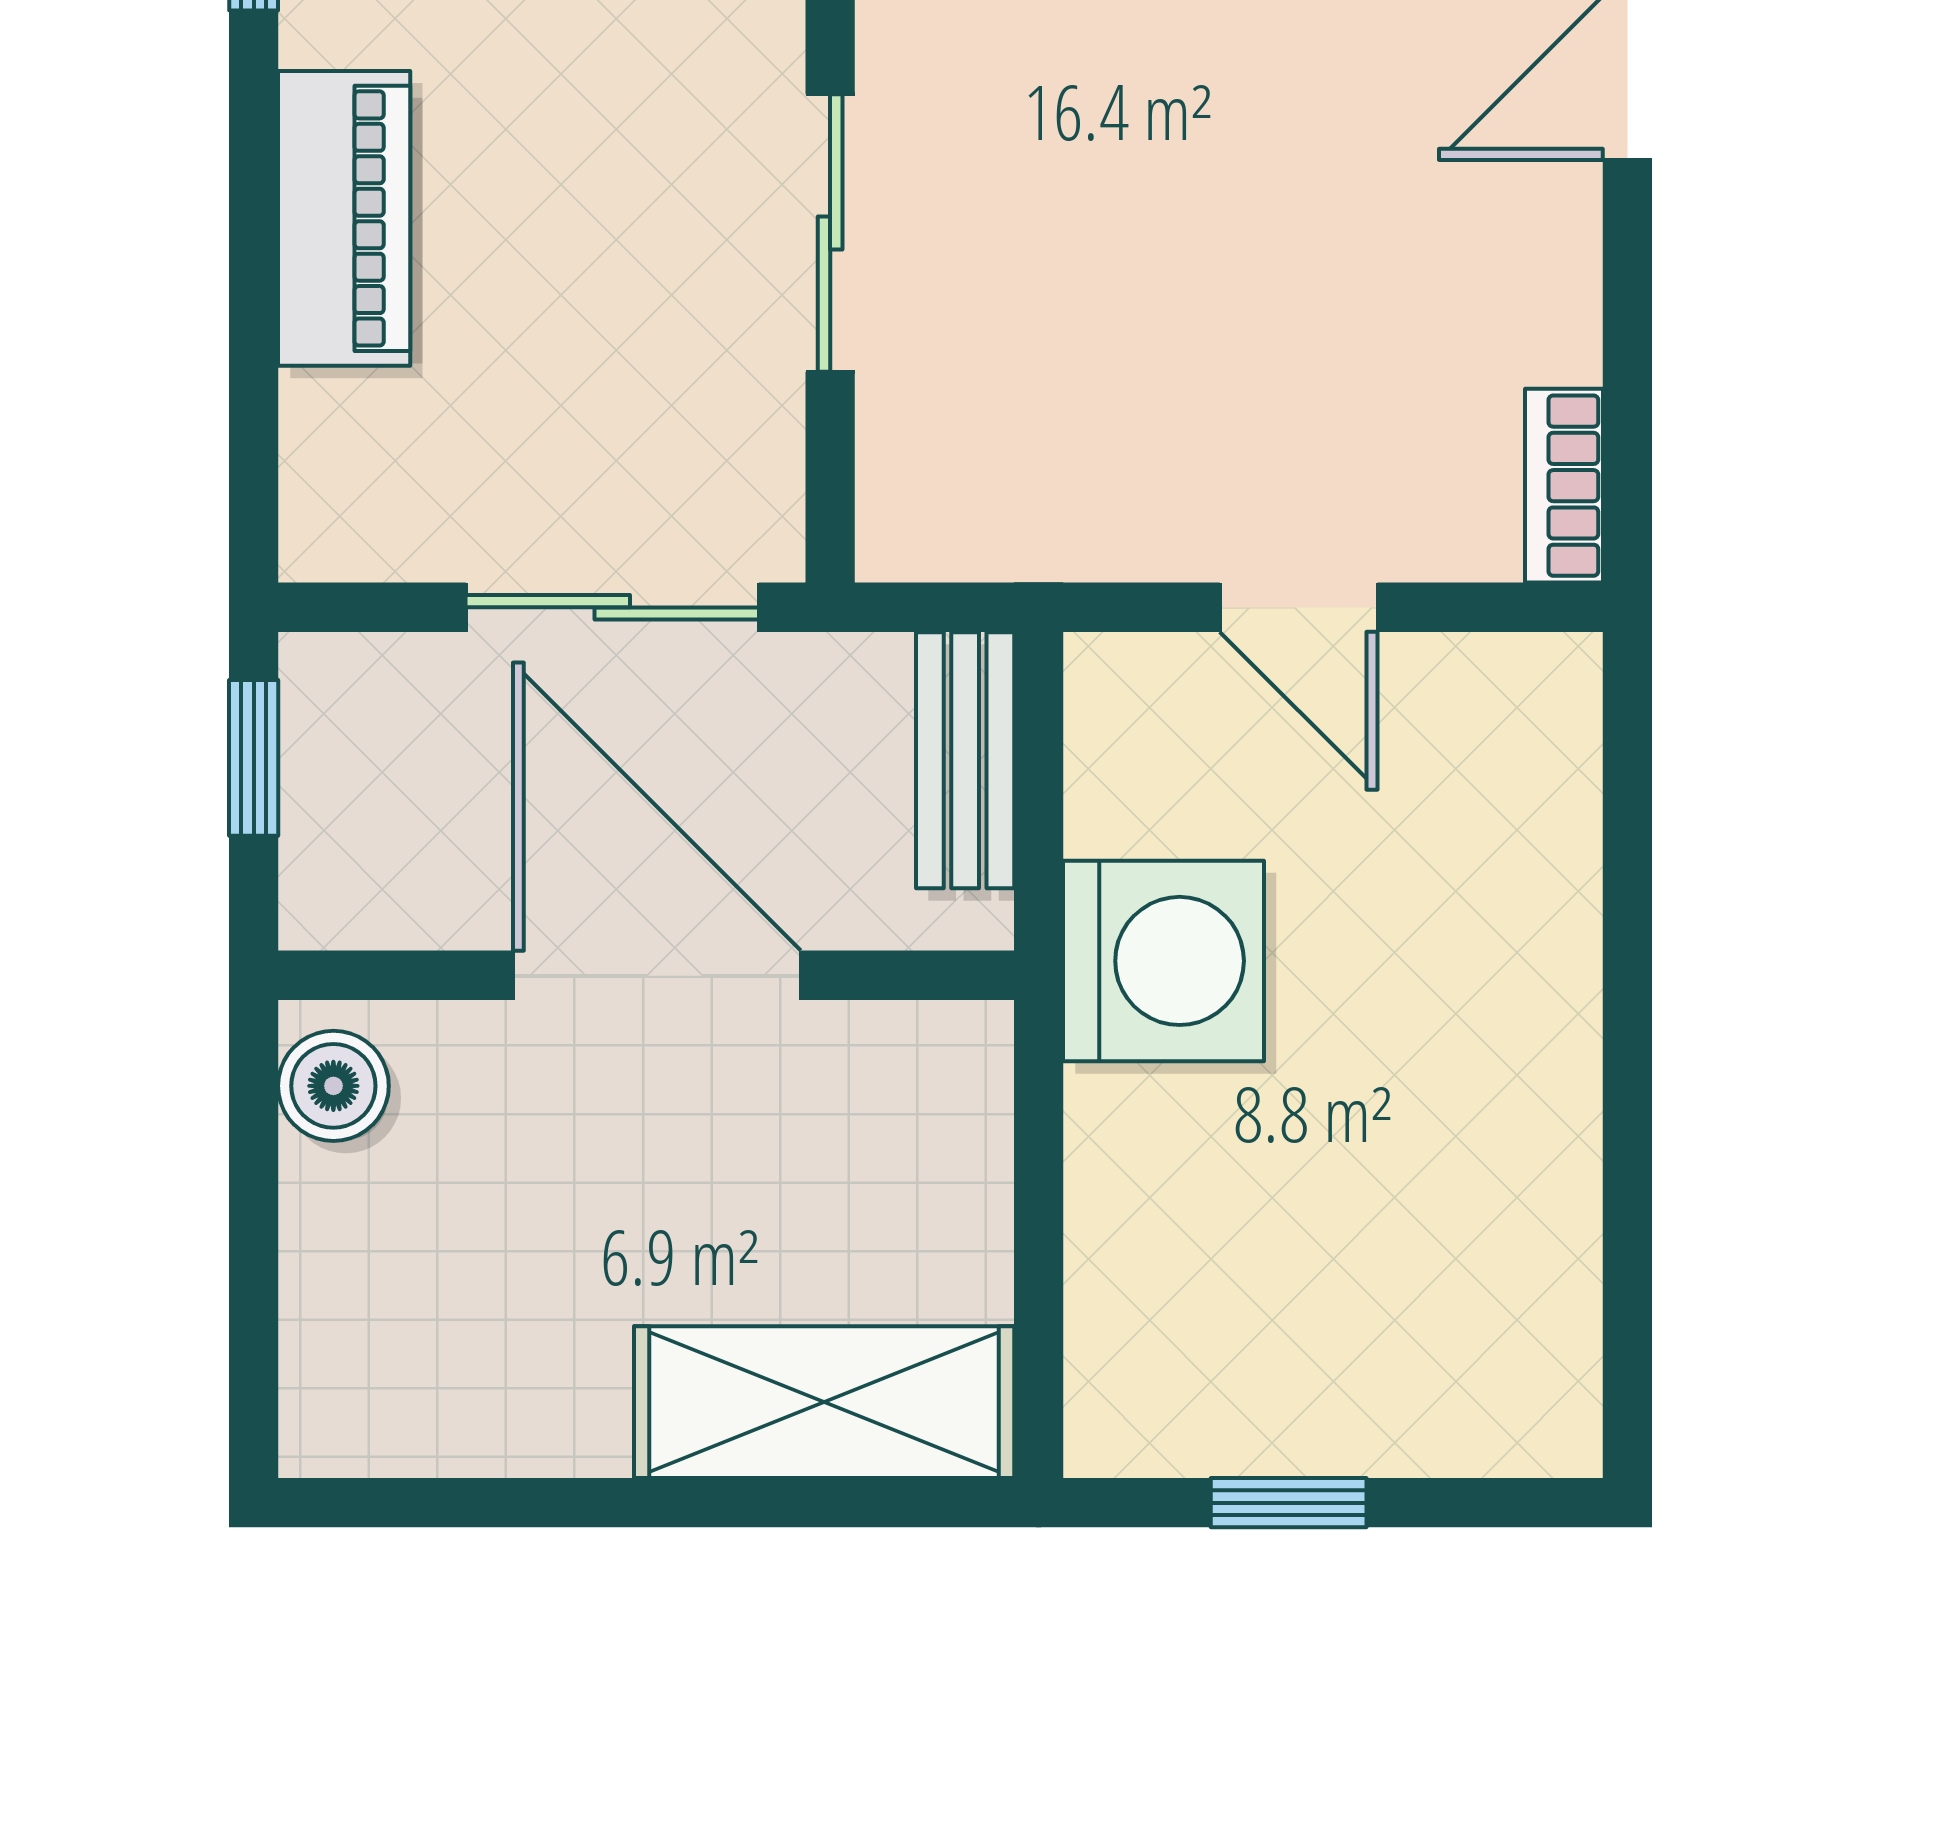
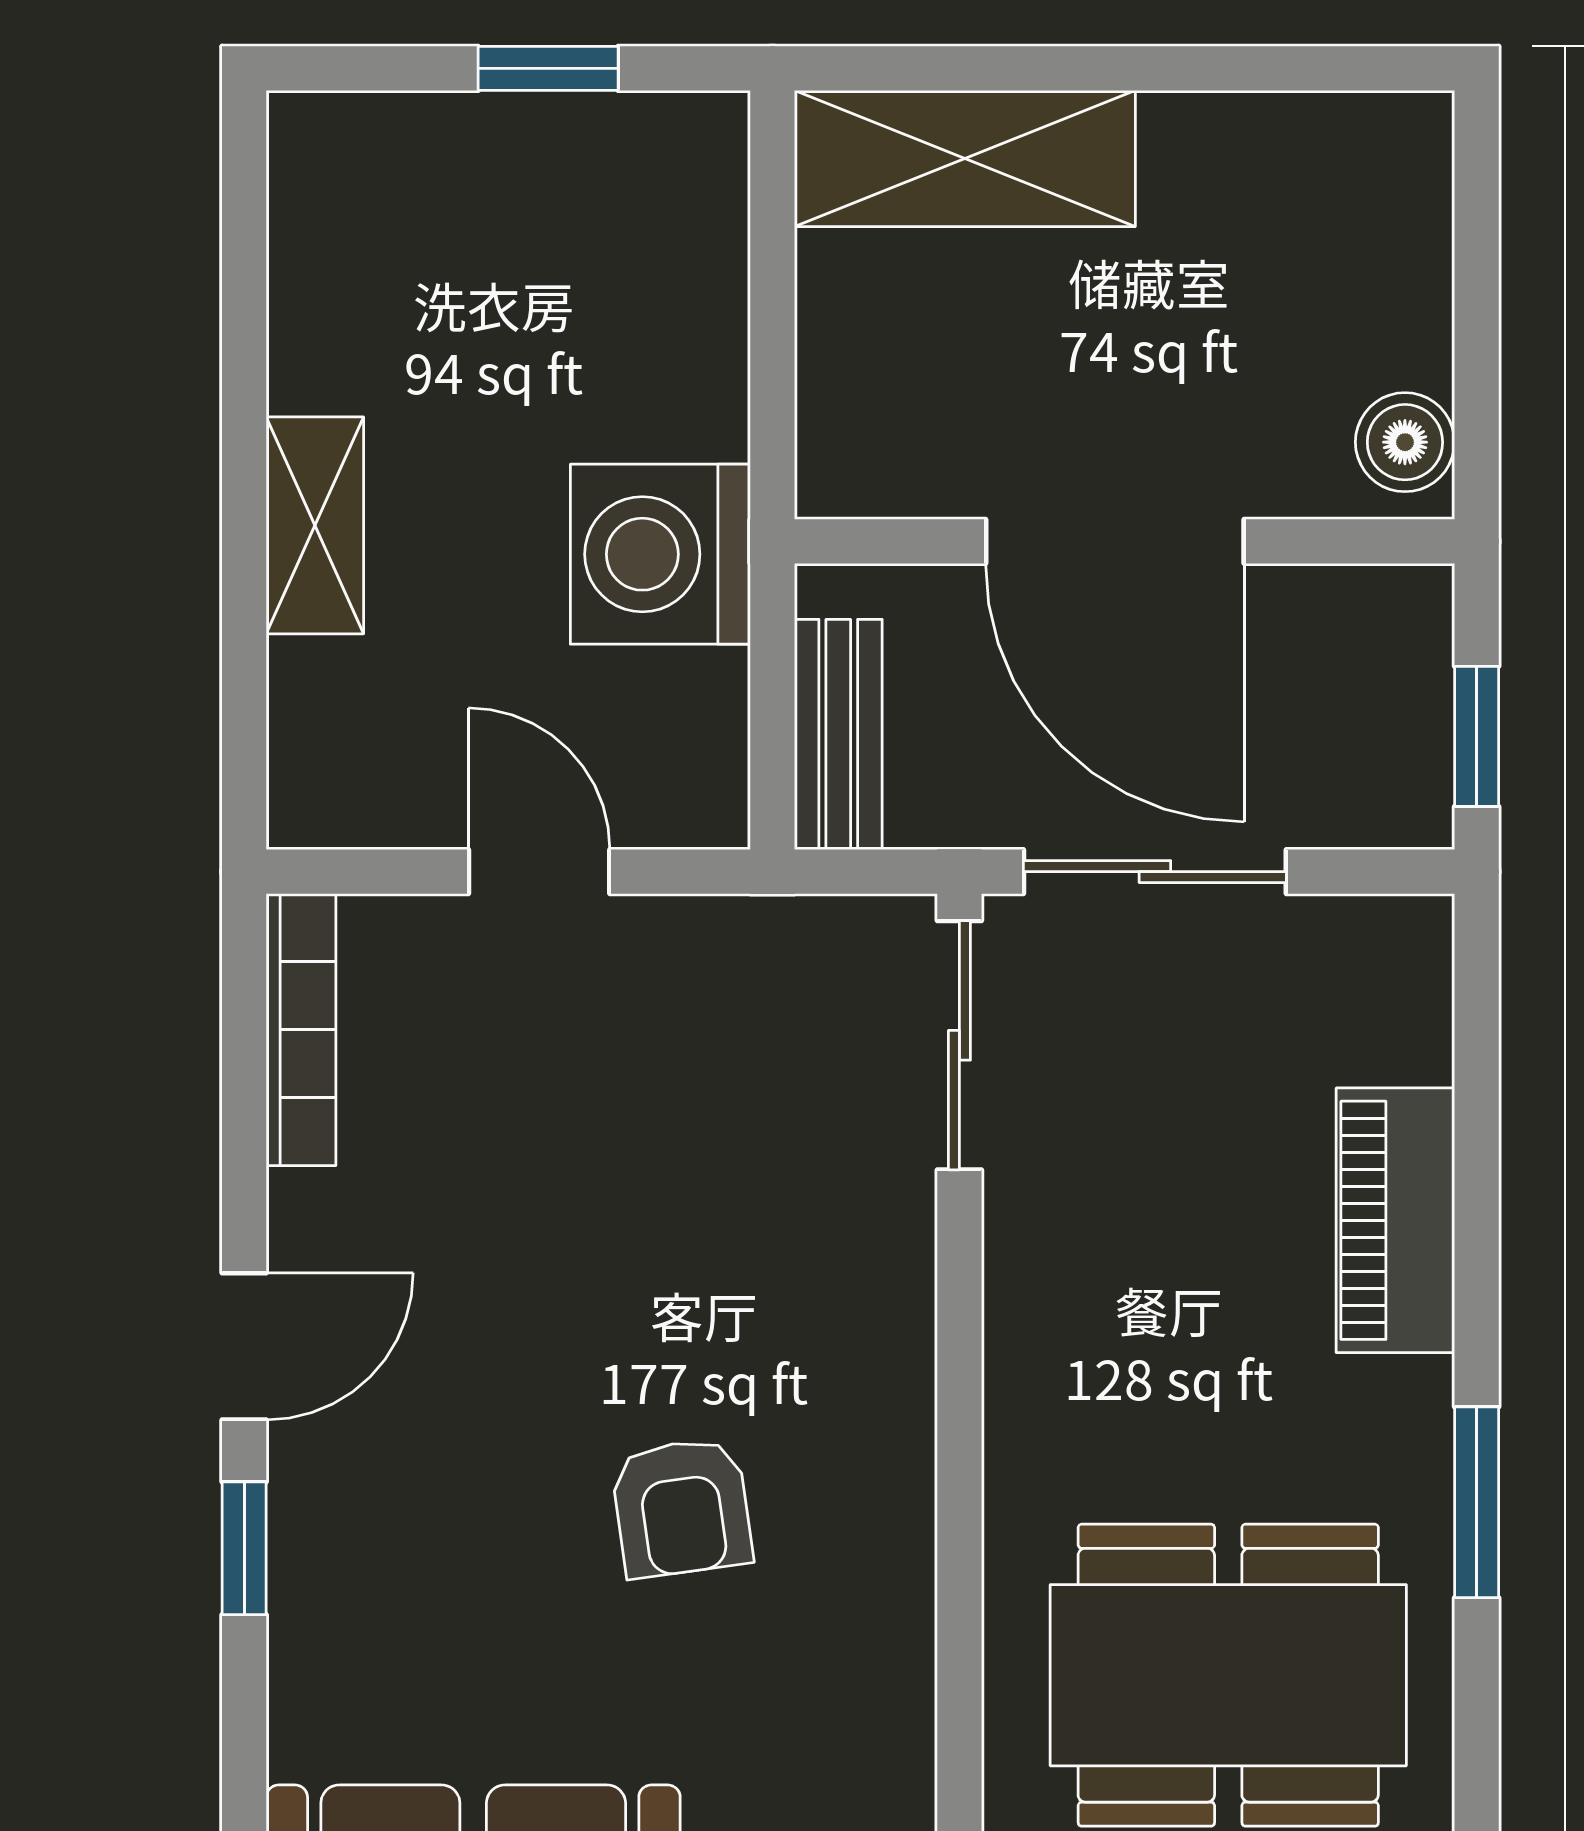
sliding door: (830, 233) -> (959, 1045), moved
bookcase: (1564, 486) -> (301, 1030), width x1.56
shelving: (1548, 993) -> (315, 525), added

